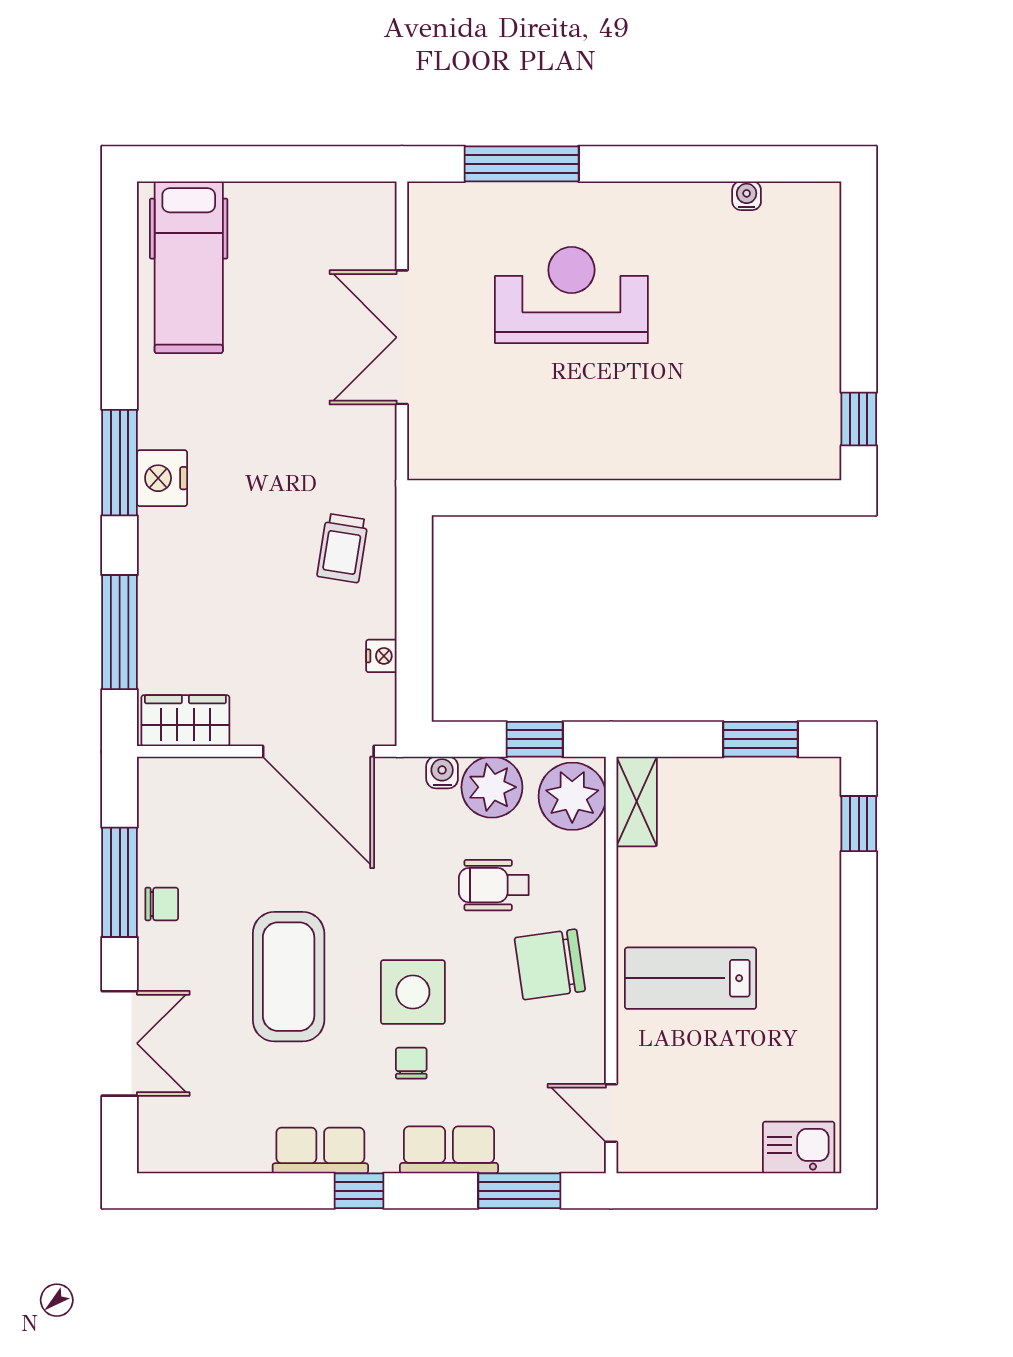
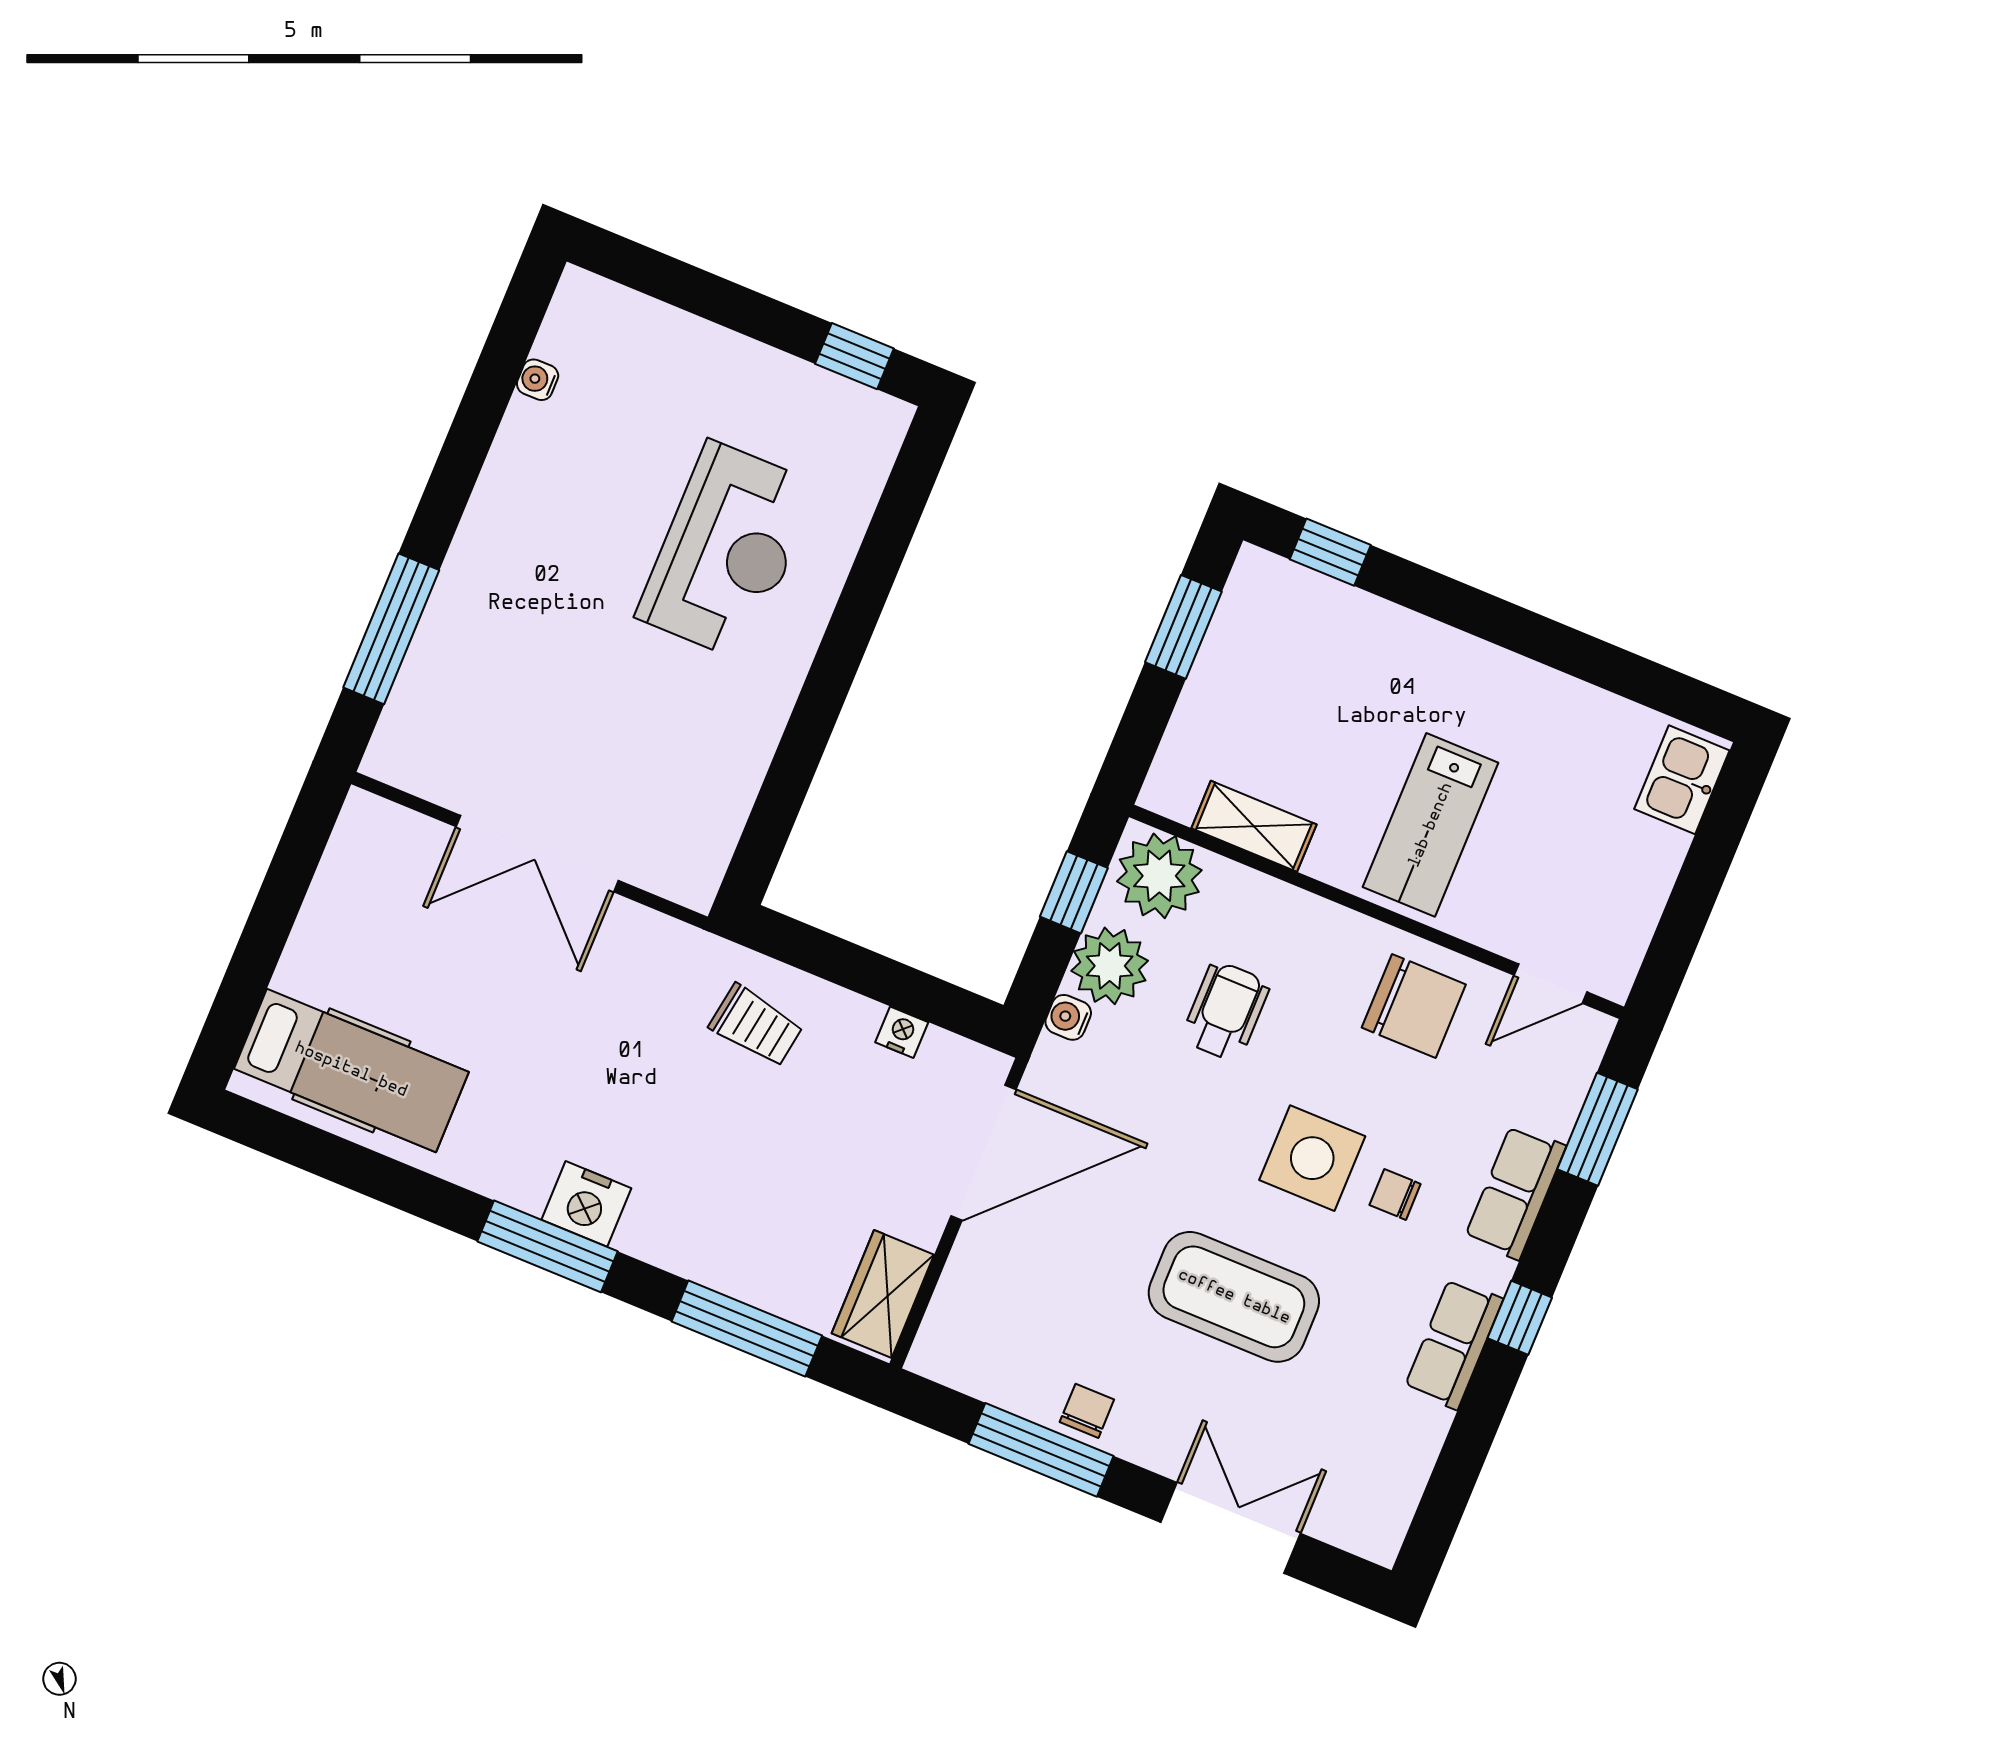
reception desk: (571, 295) -> (727, 551), moved, turned 180
shelving: (637, 802) -> (1254, 826), moved
wheelchair: (494, 885) -> (1226, 1011), turned 180
chair: (550, 964) -> (1414, 1006), moved, turned -82

